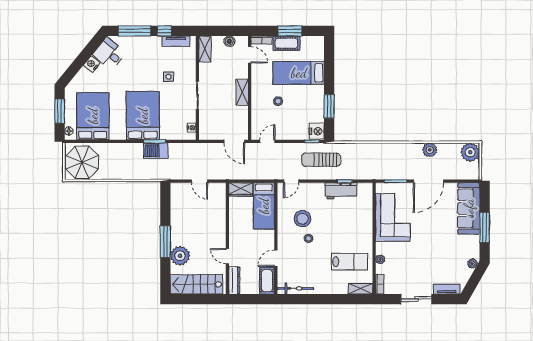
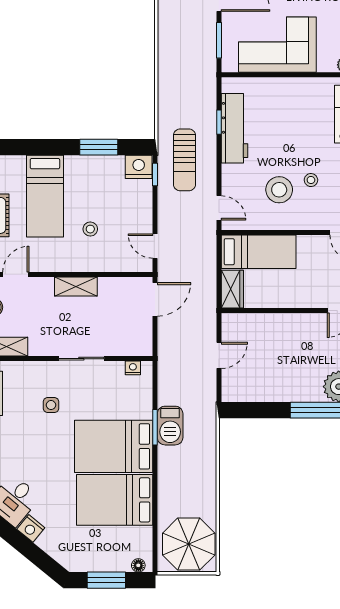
bed: (93, 116) -> (115, 500), moved
workbench: (341, 191) -> (235, 128), width x1.38

